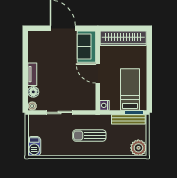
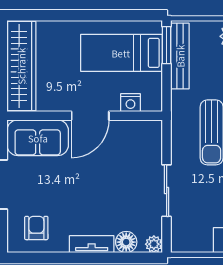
armchair: (40, 46) -> (36, 228), added
nightstand: (105, 105) -> (130, 103), moved

